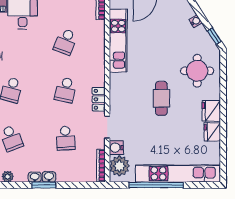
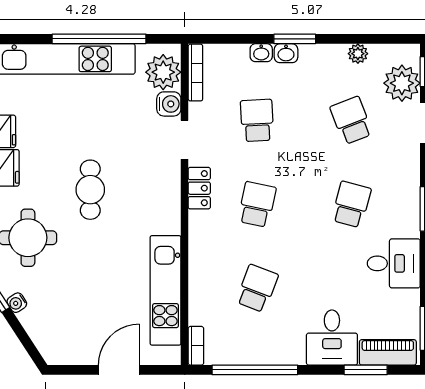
water cooler: (196, 21) -> (17, 303), moved
washbasin: (35, 177) -> (261, 53), moved

